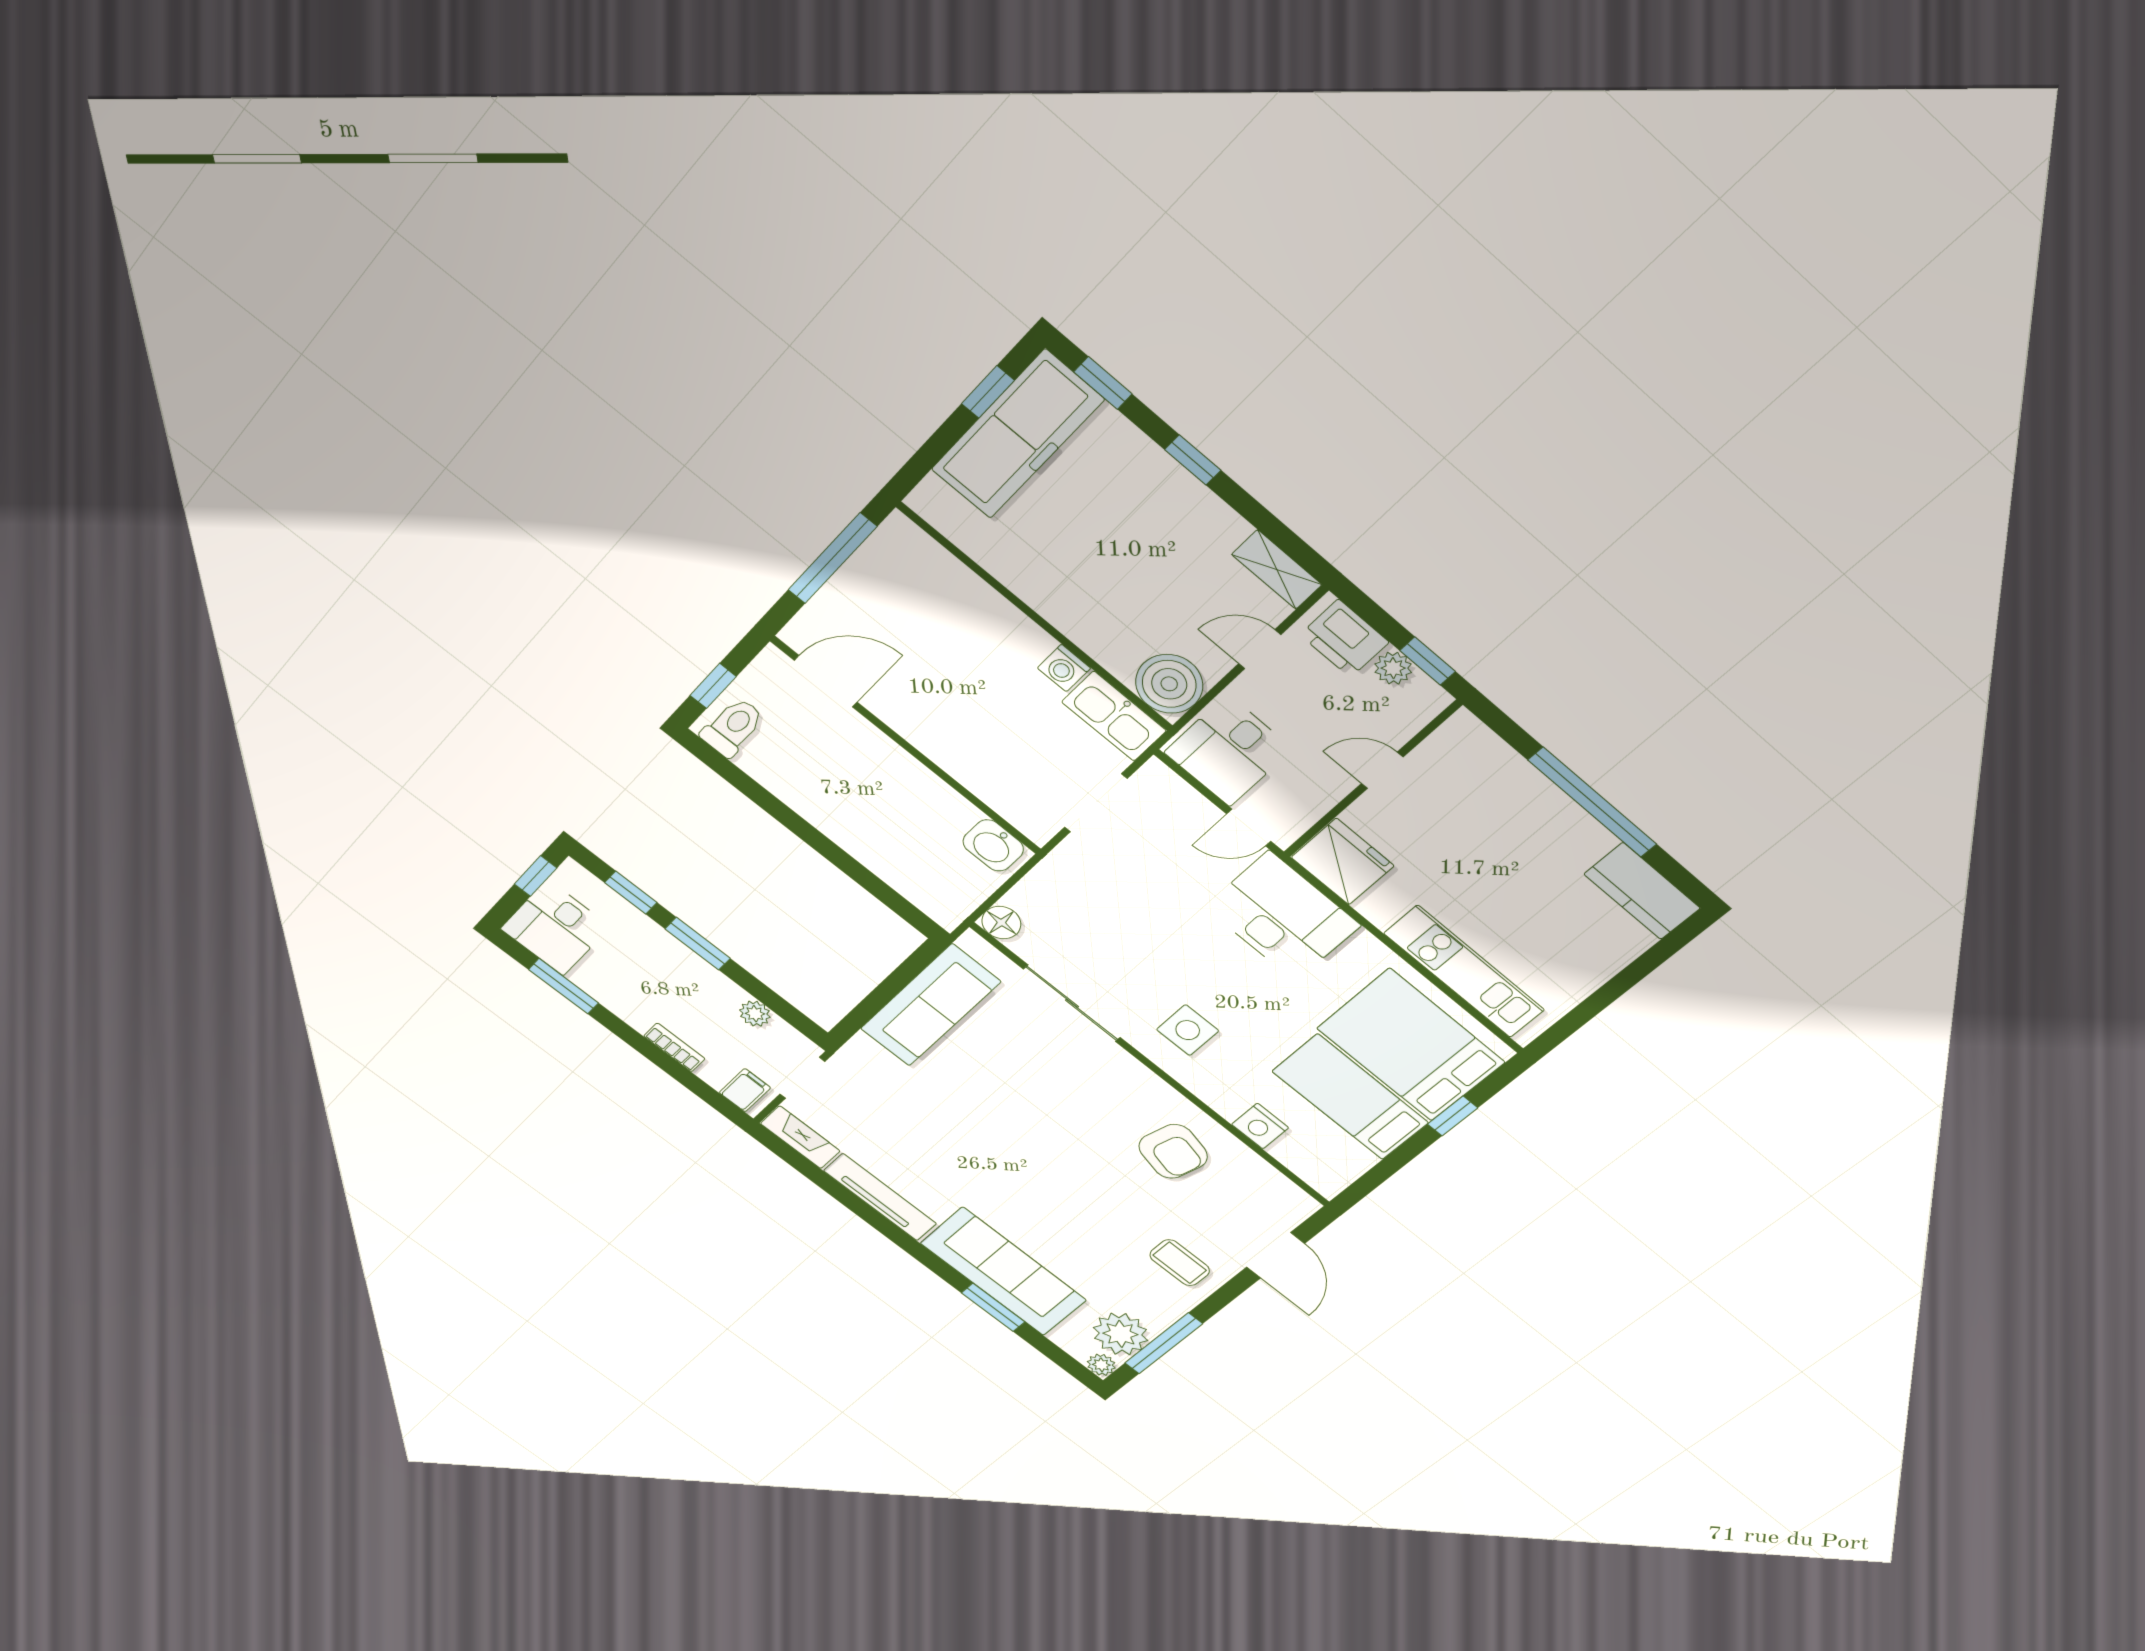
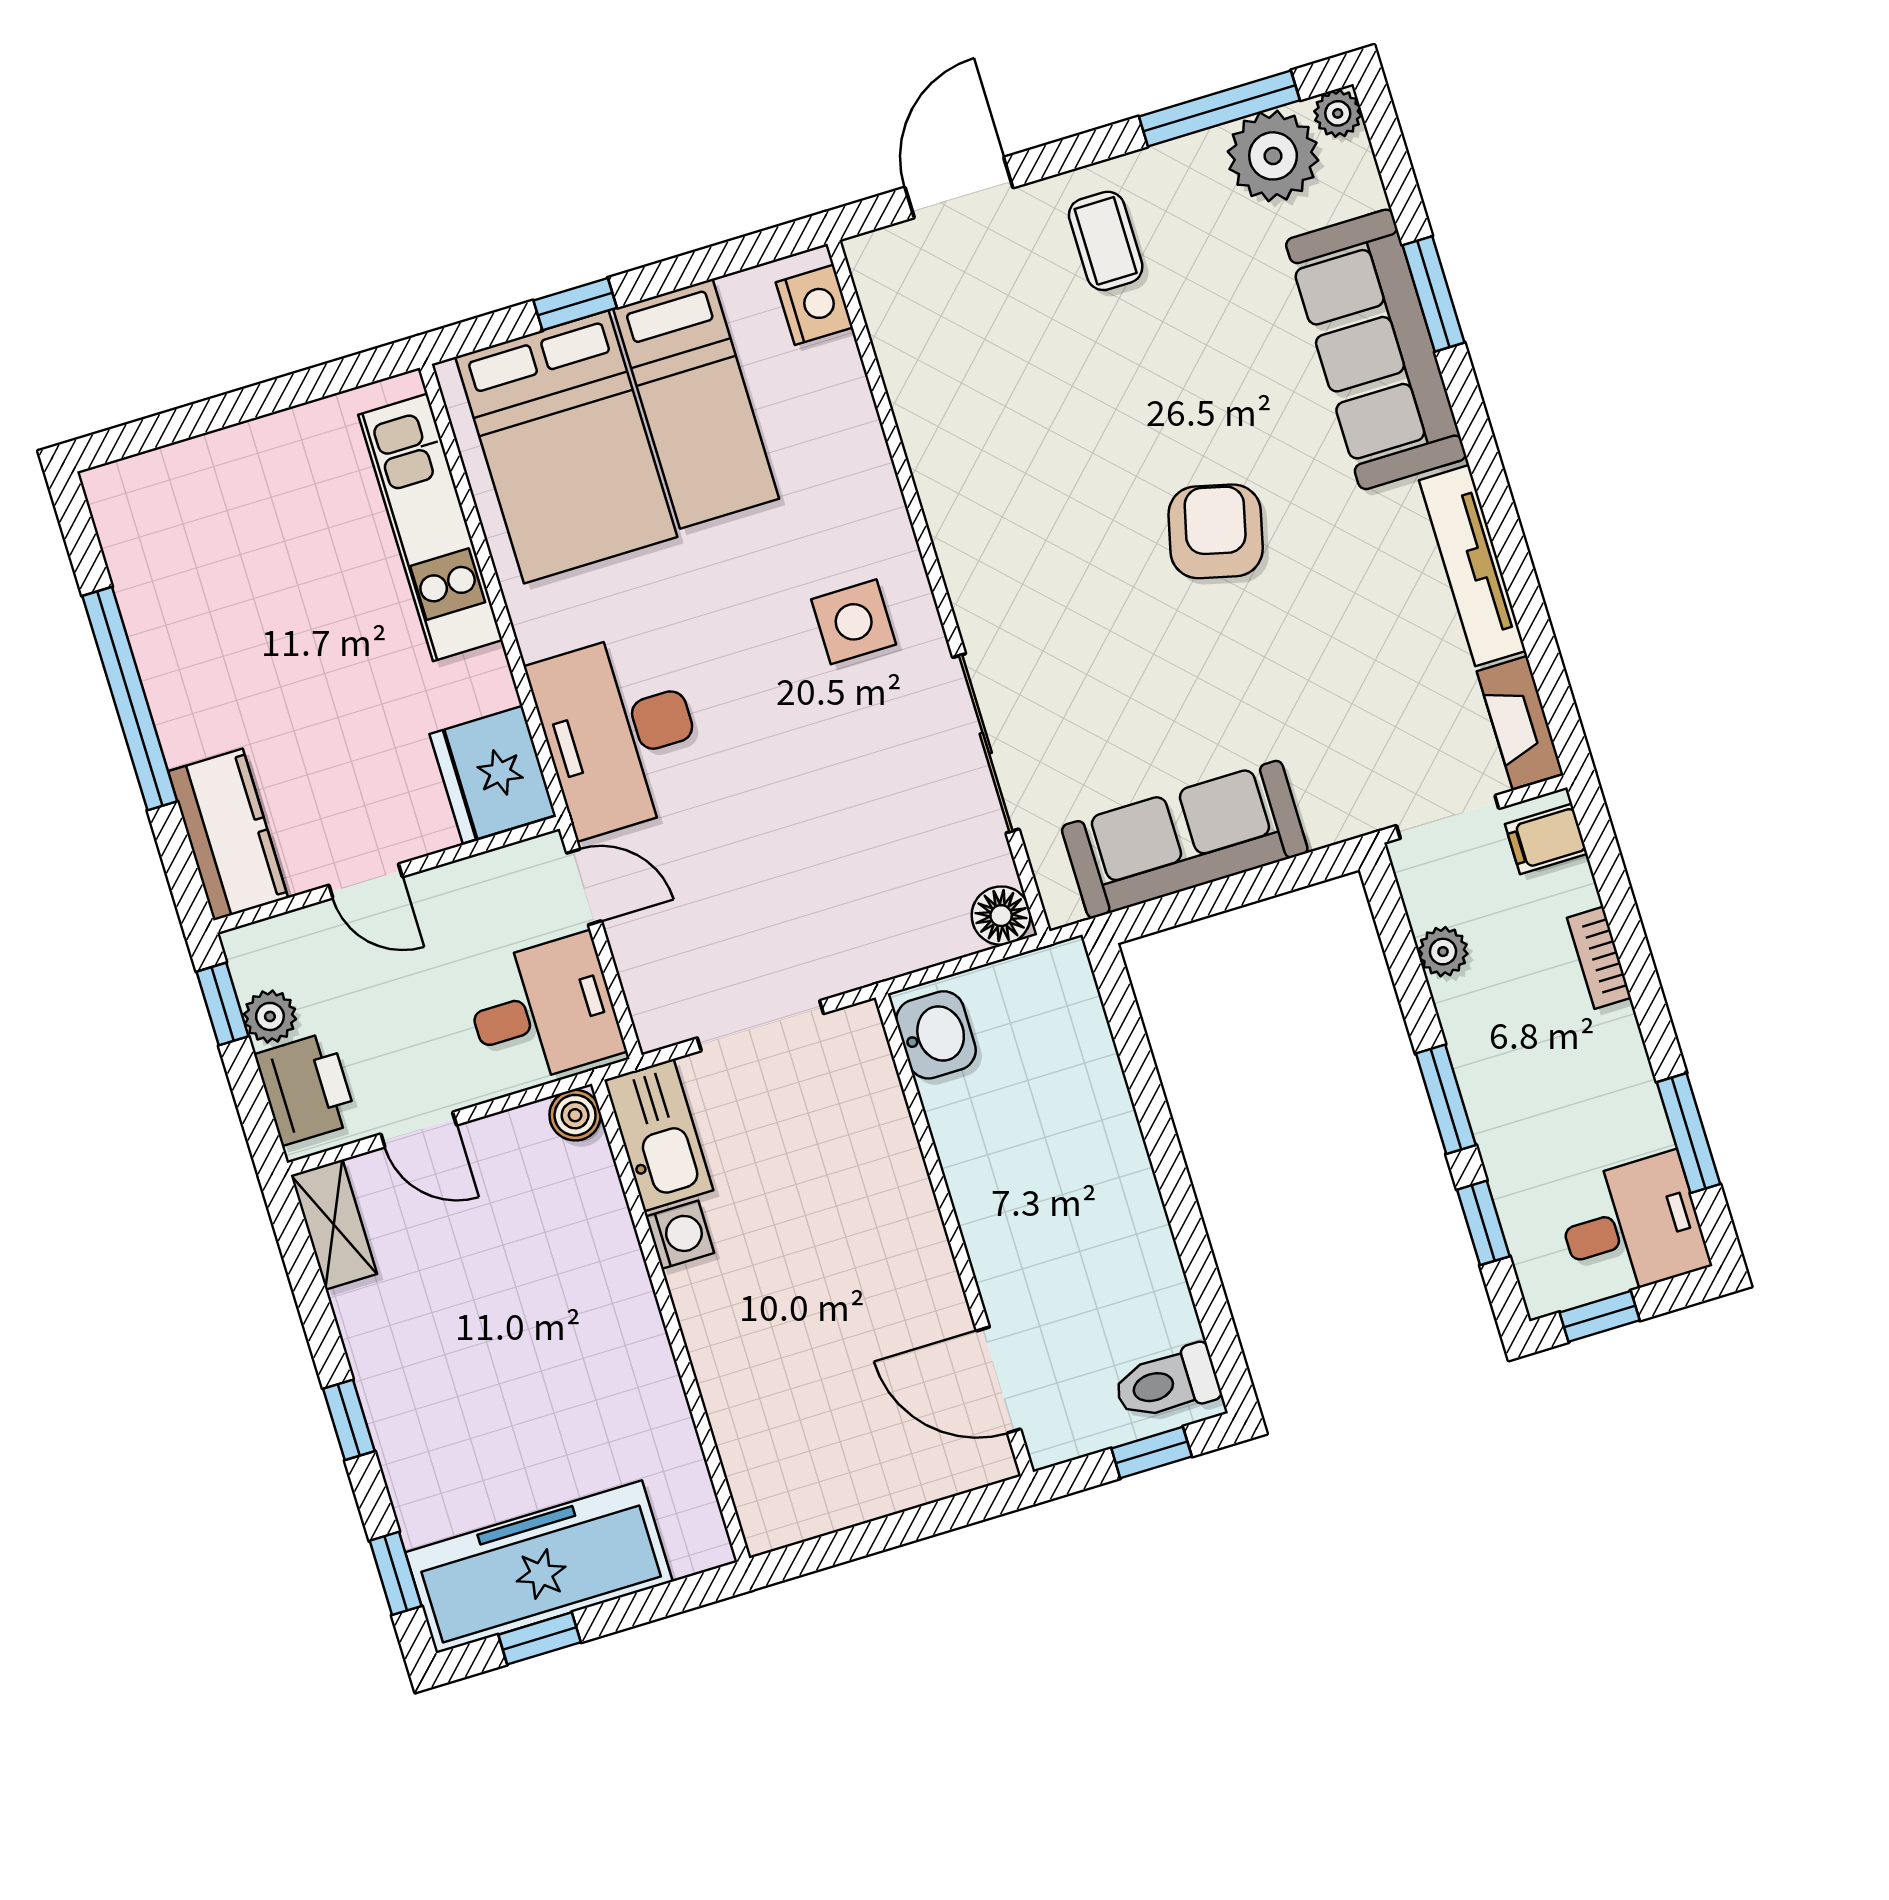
window: (832, 558) -> (875, 1537), removed
boiler: (1169, 684) -> (575, 1115), width x0.54, depth x0.54
kitchen counter: (1642, 891) -> (228, 835), moved
nightstand: (1260, 1126) -> (814, 305), moved
armchair: (1173, 1151) -> (1216, 531), moved

